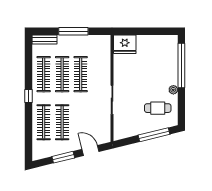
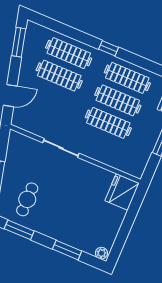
window: (181, 65) -> (67, 250), width x0.47
plant: (173, 90) -> (101, 253), moved
window: (181, 105) -> (19, 230), added
window: (63, 157) -> (19, 42), moved

